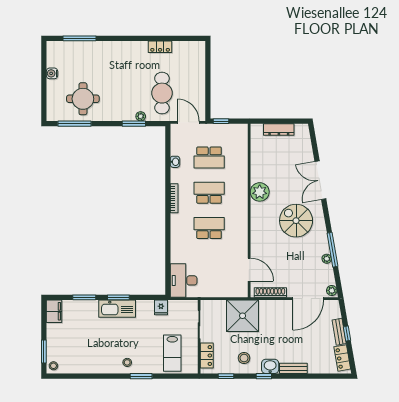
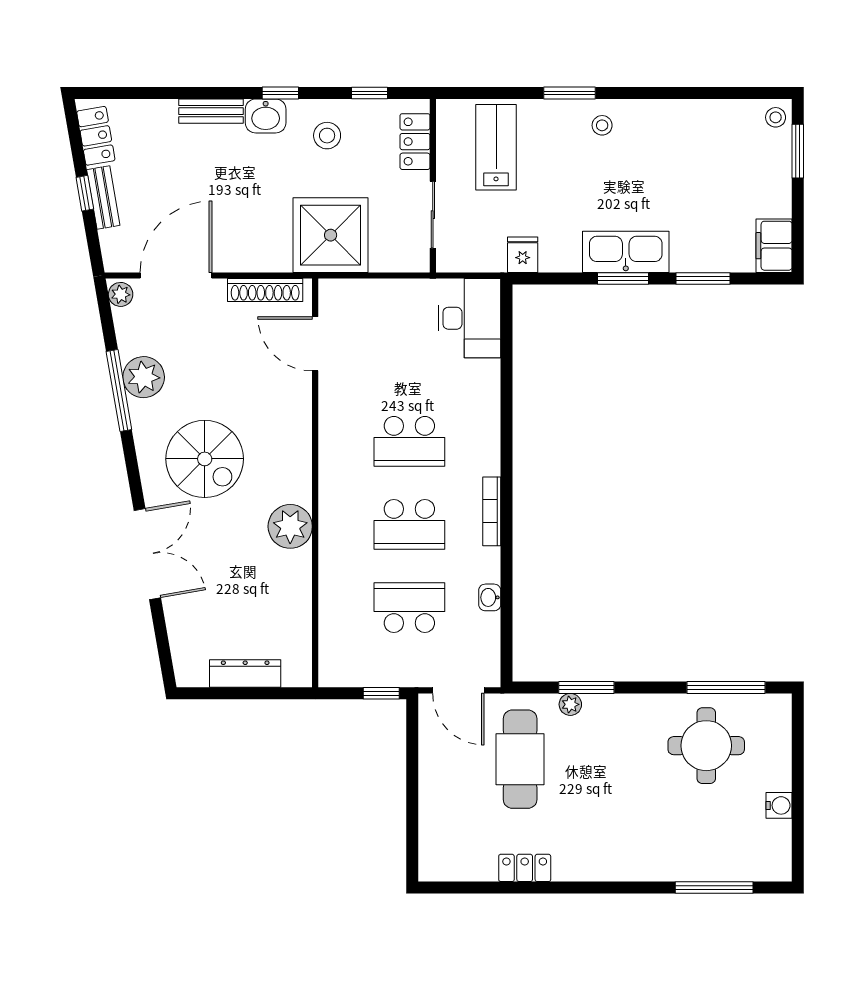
plant: (327, 259) -> (144, 377), width x1.87, depth x1.87

